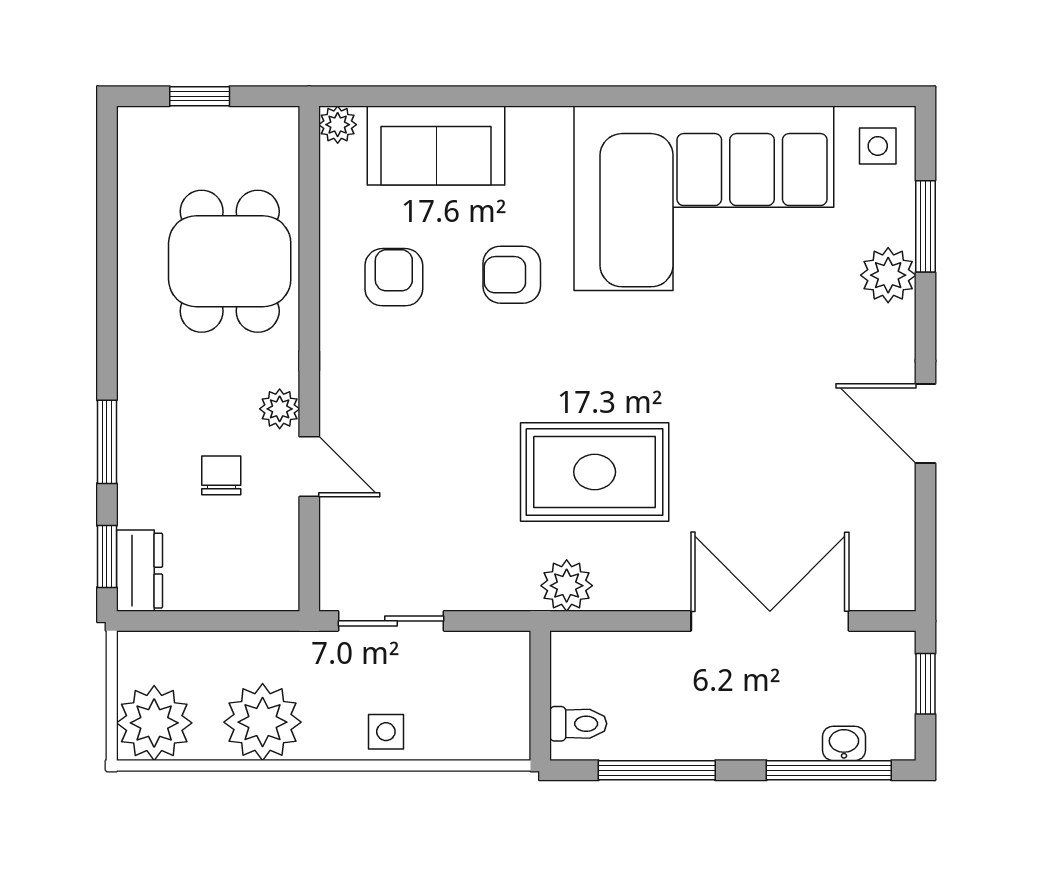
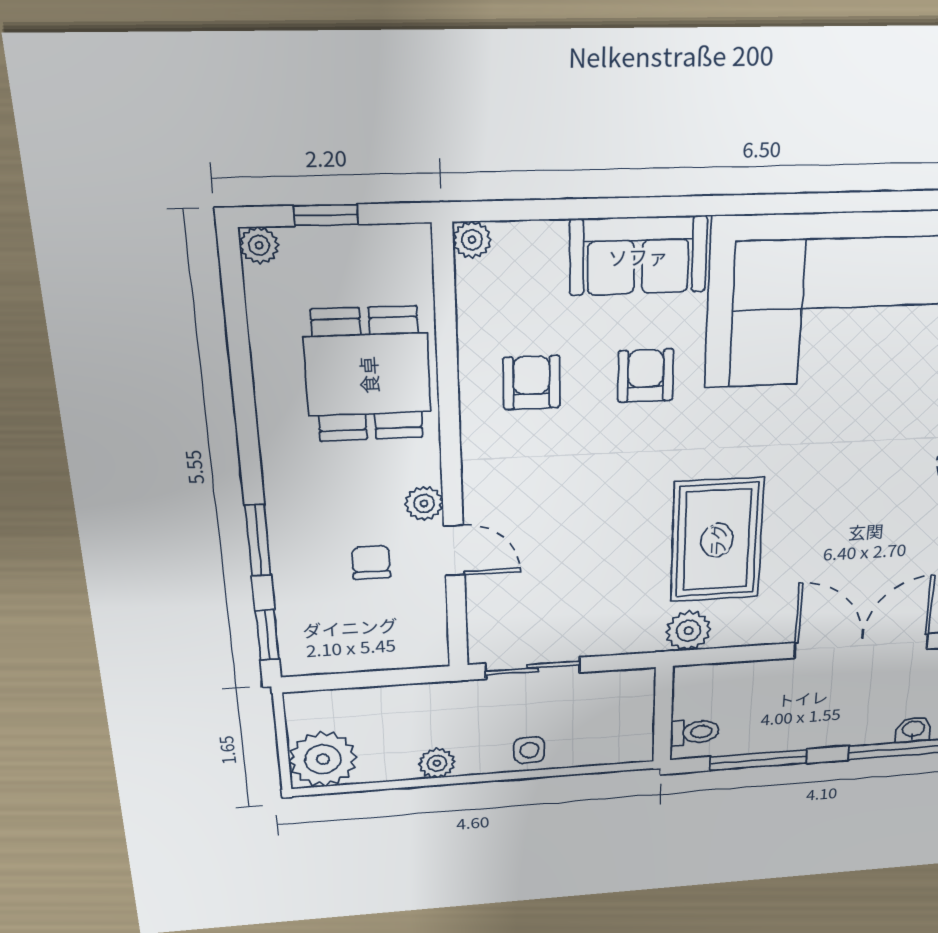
plant: (135, 124) -> (259, 245), added
sofa: (436, 145) -> (638, 256), moved
armchair: (512, 275) -> (646, 376), turned 90
rug: (595, 472) -> (717, 540), turned 90
dresser: (139, 571) -> (299, 644), removed
plant: (263, 722) -> (437, 763), width x0.53, depth x0.53

